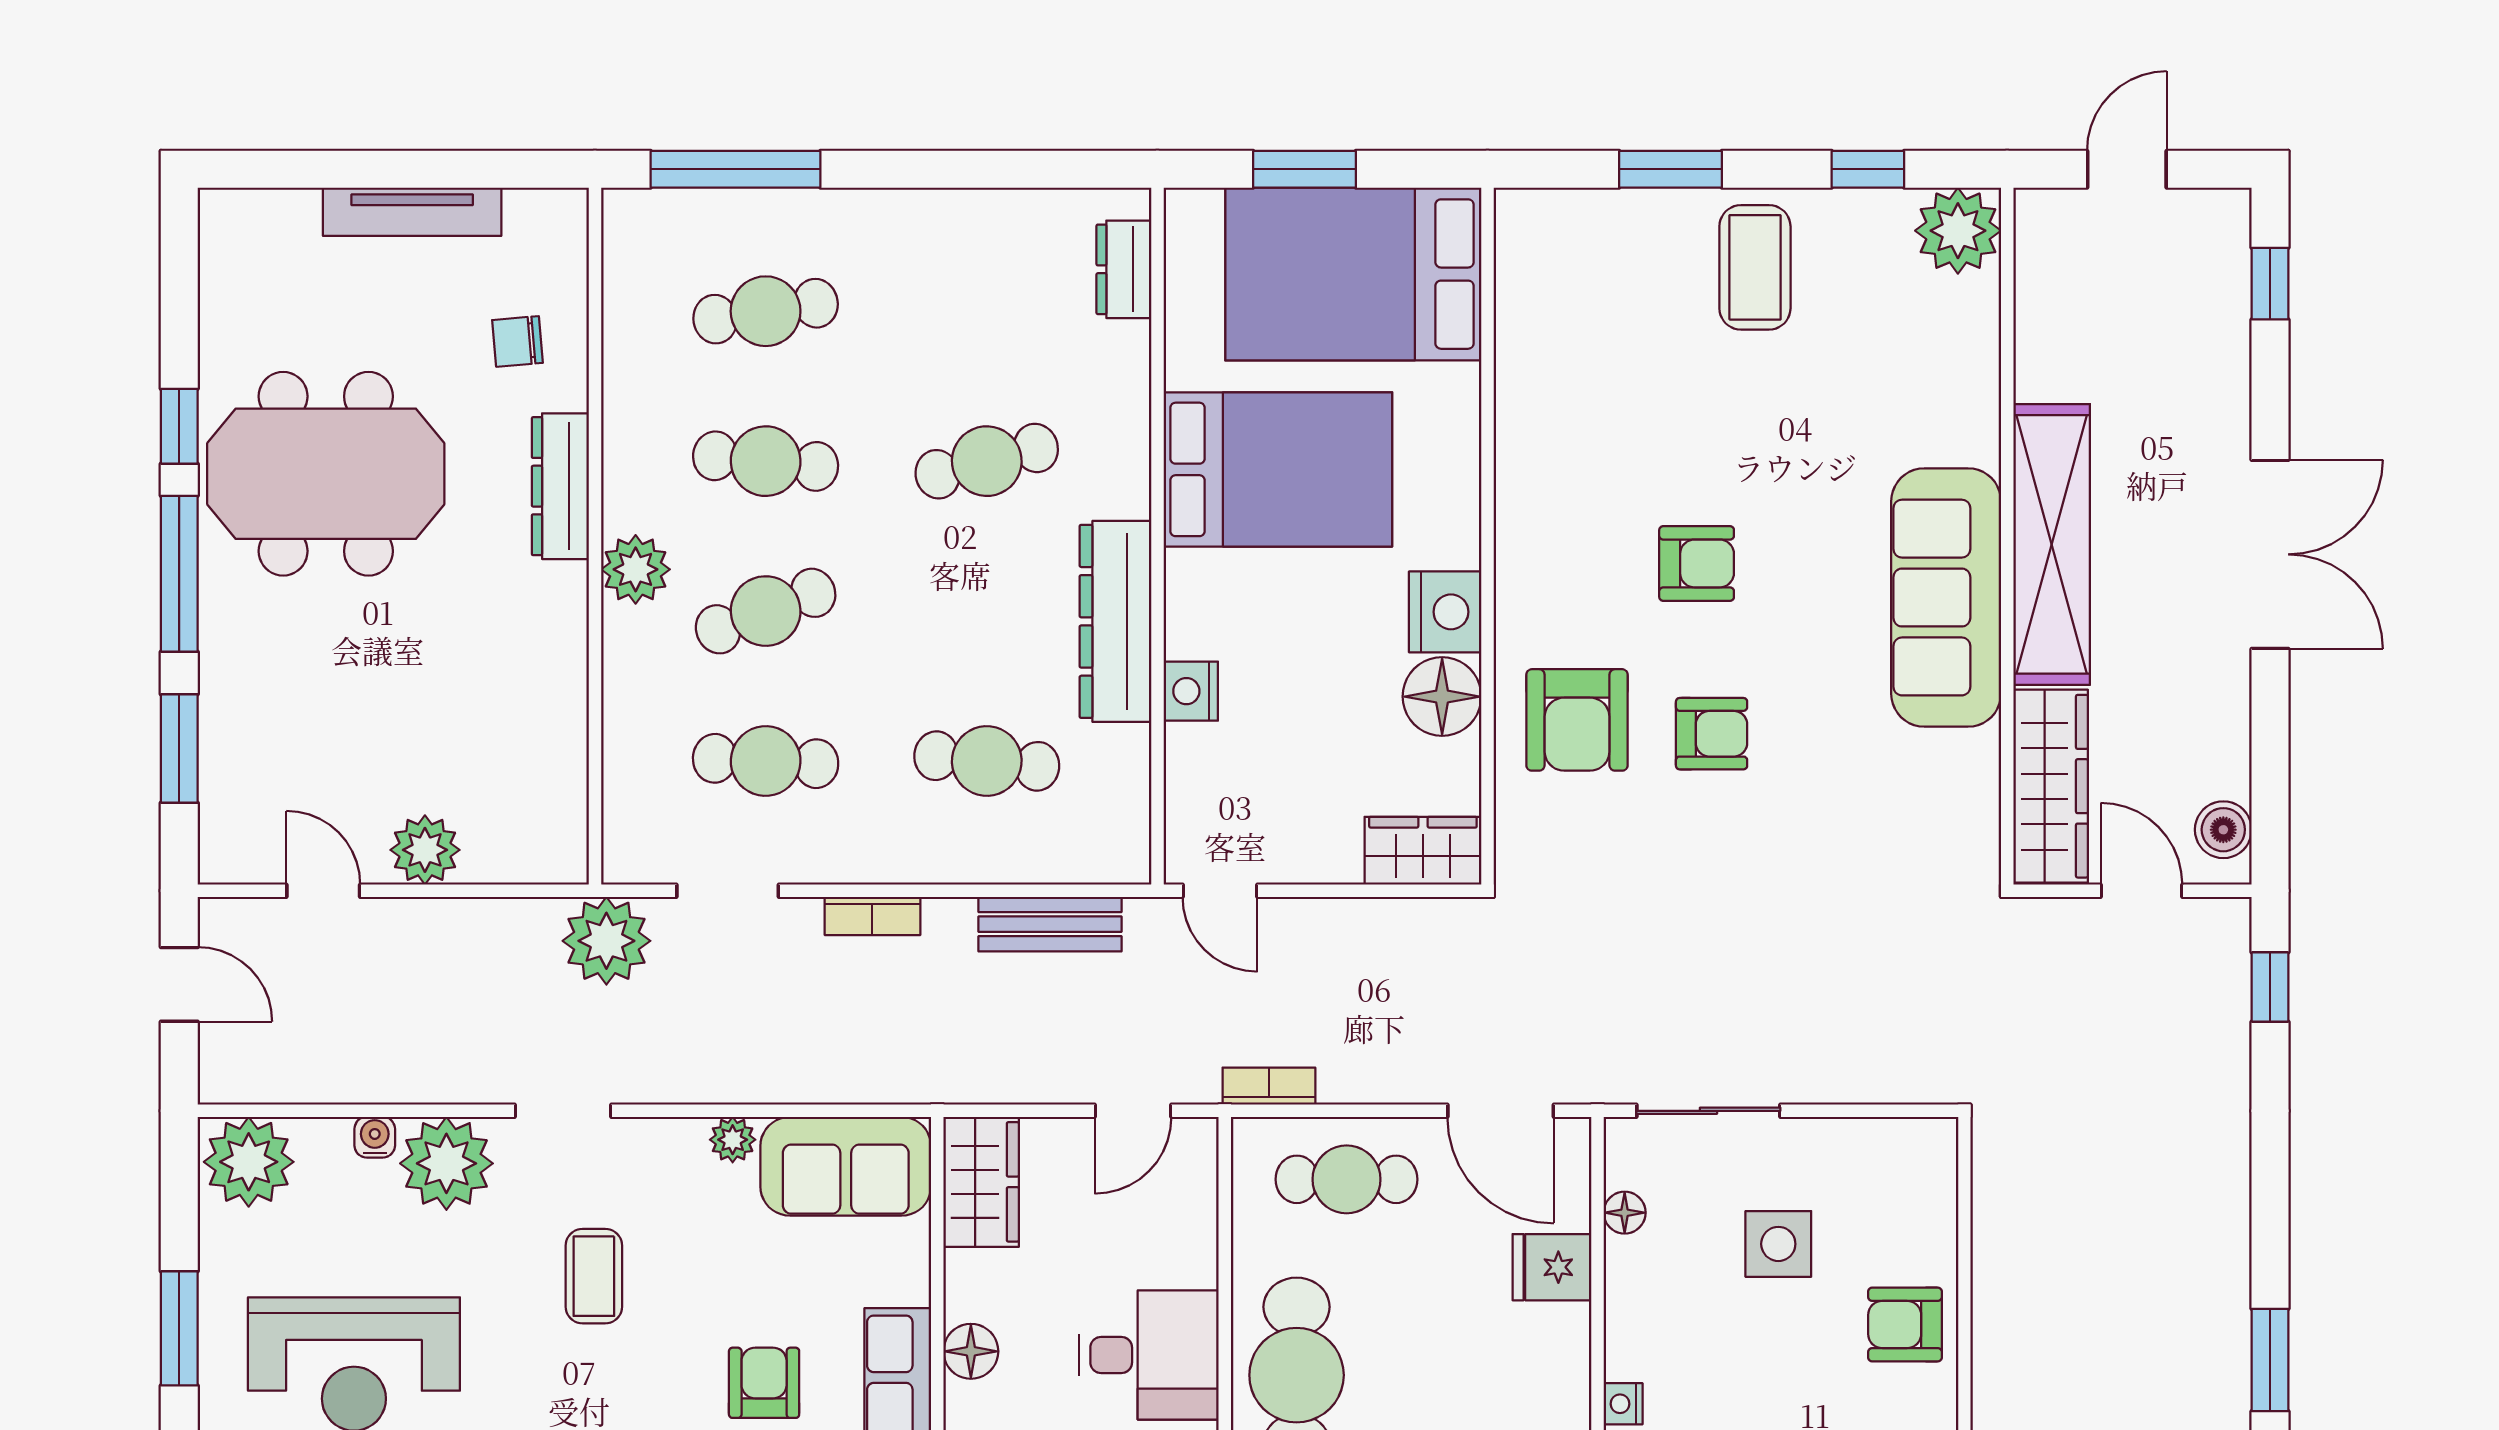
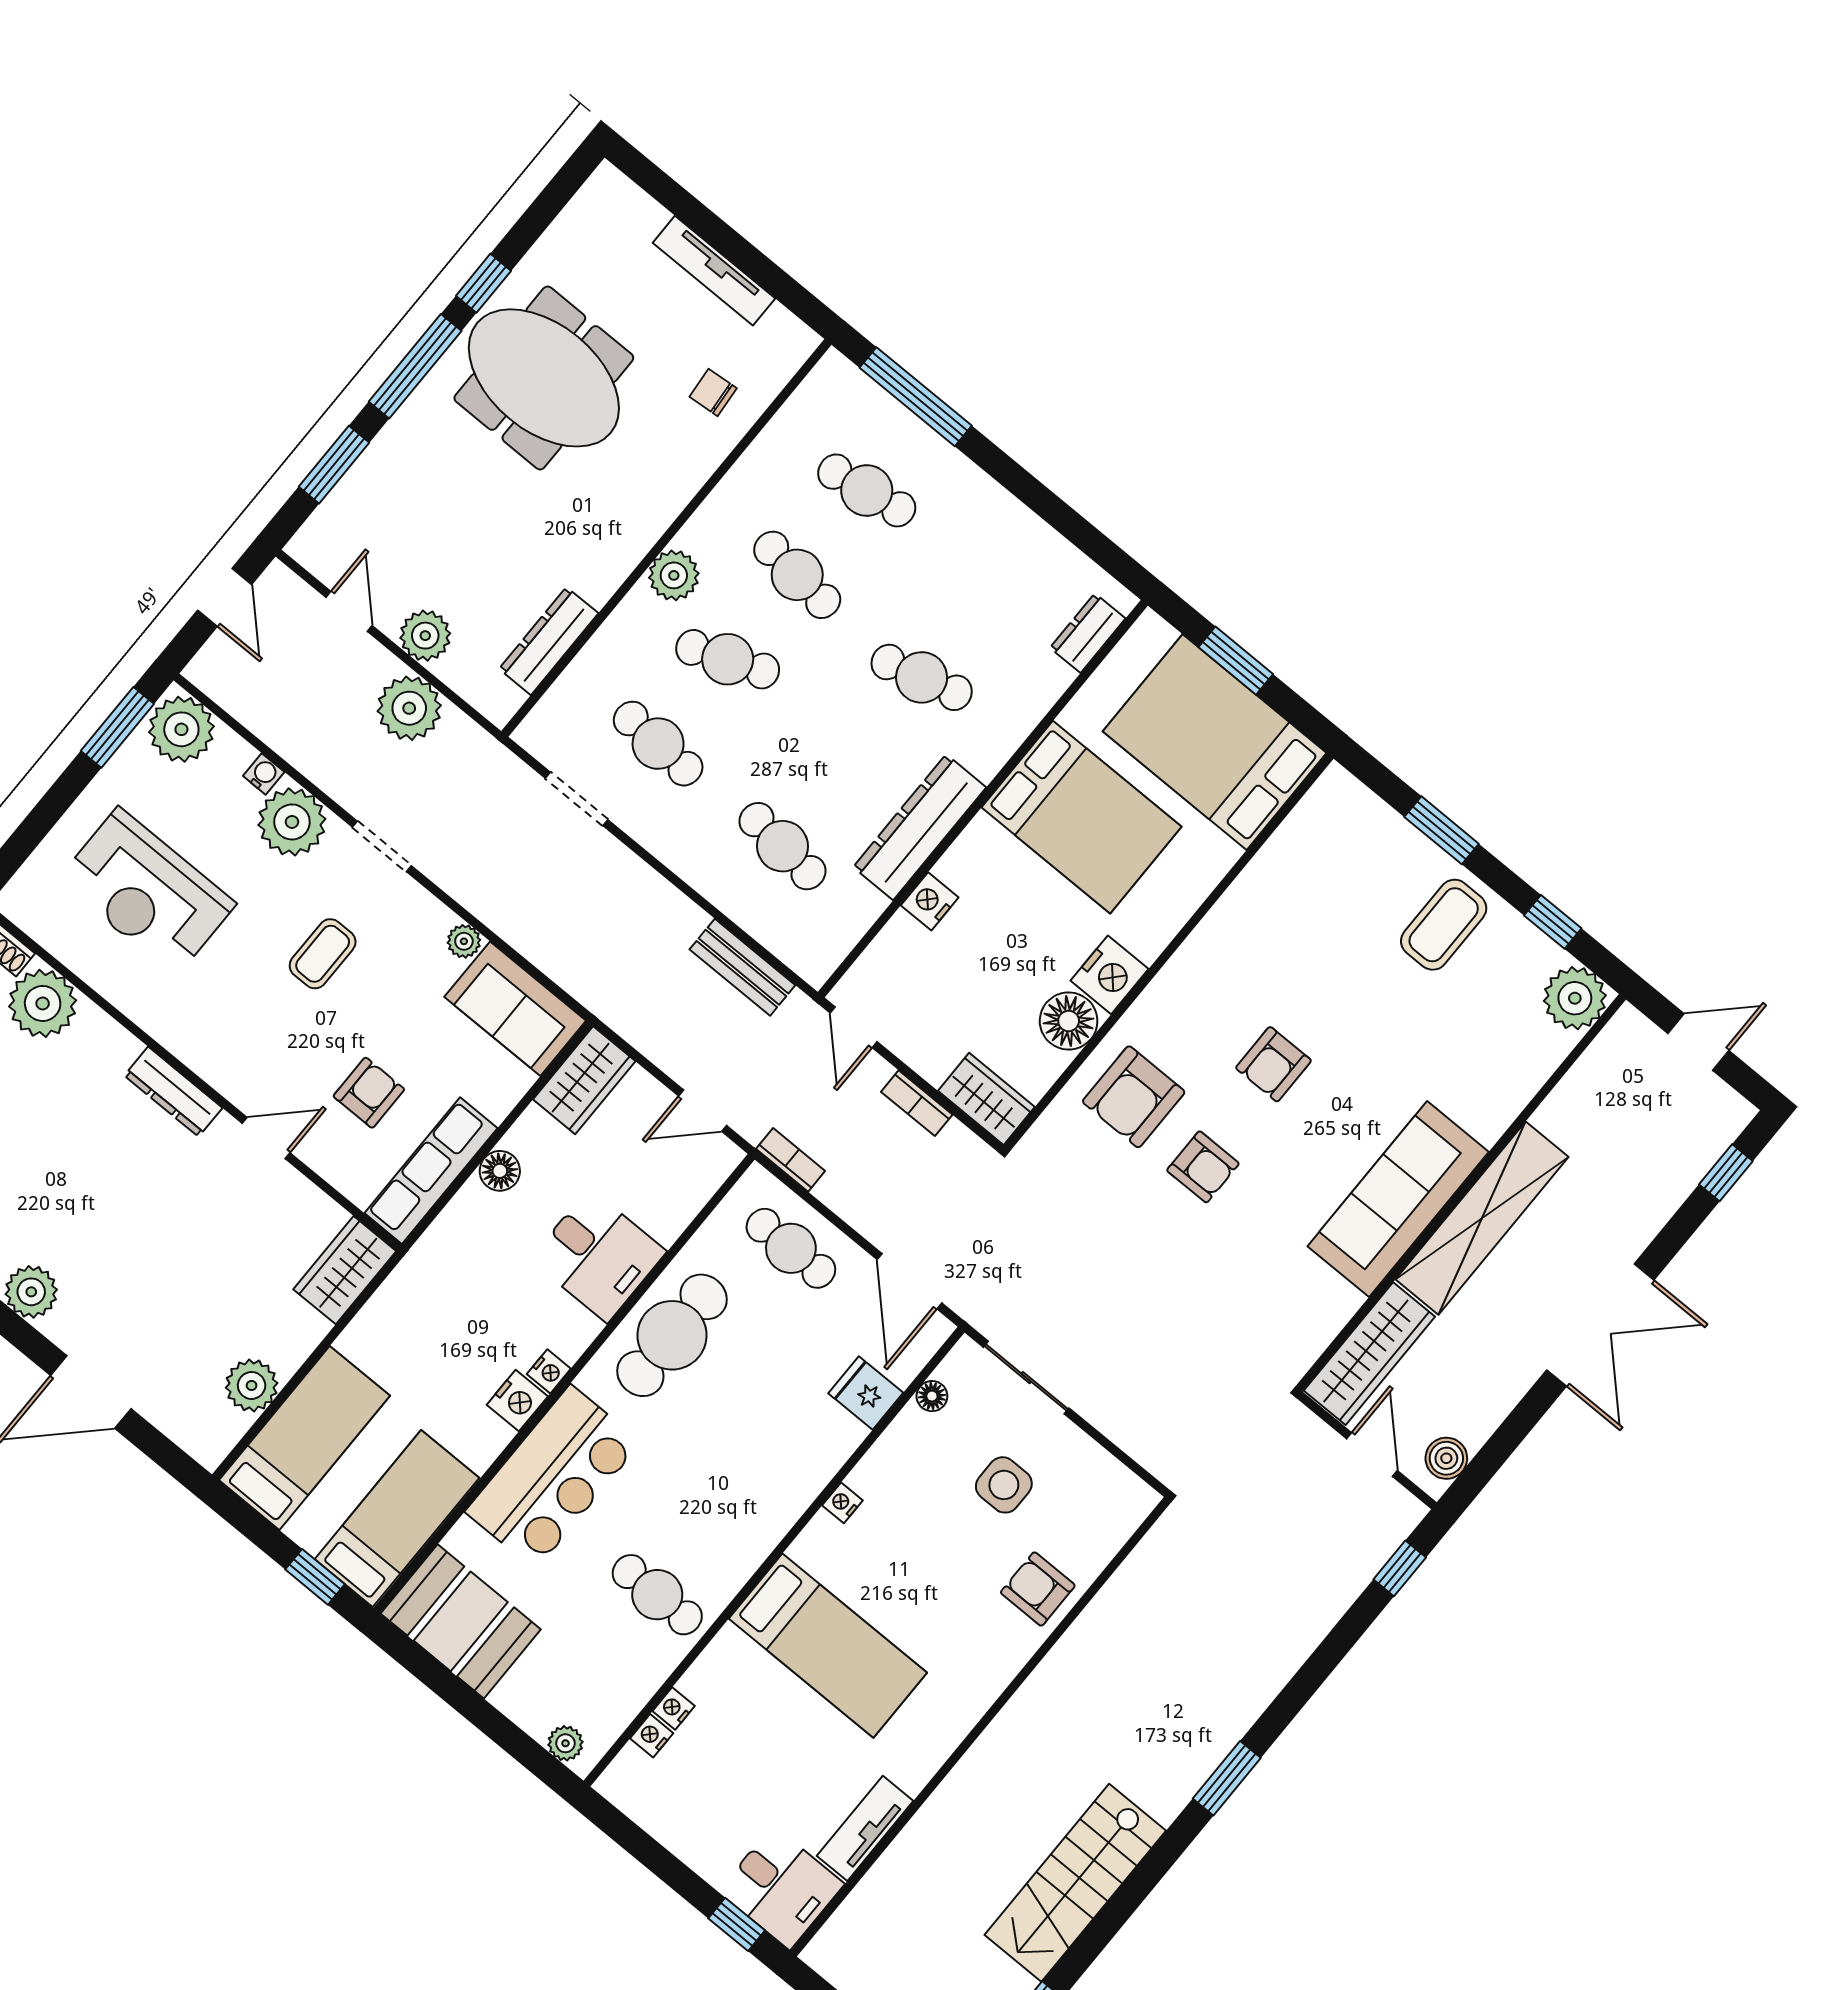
dresser: (560, 486) -> (549, 641), moved
armchair: (1697, 563) -> (1273, 1064), turned 90
bookcase: (872, 916) -> (917, 1103), moved
plant: (606, 941) -> (409, 708), moved
window: (179, 1328) -> (117, 727), moved

